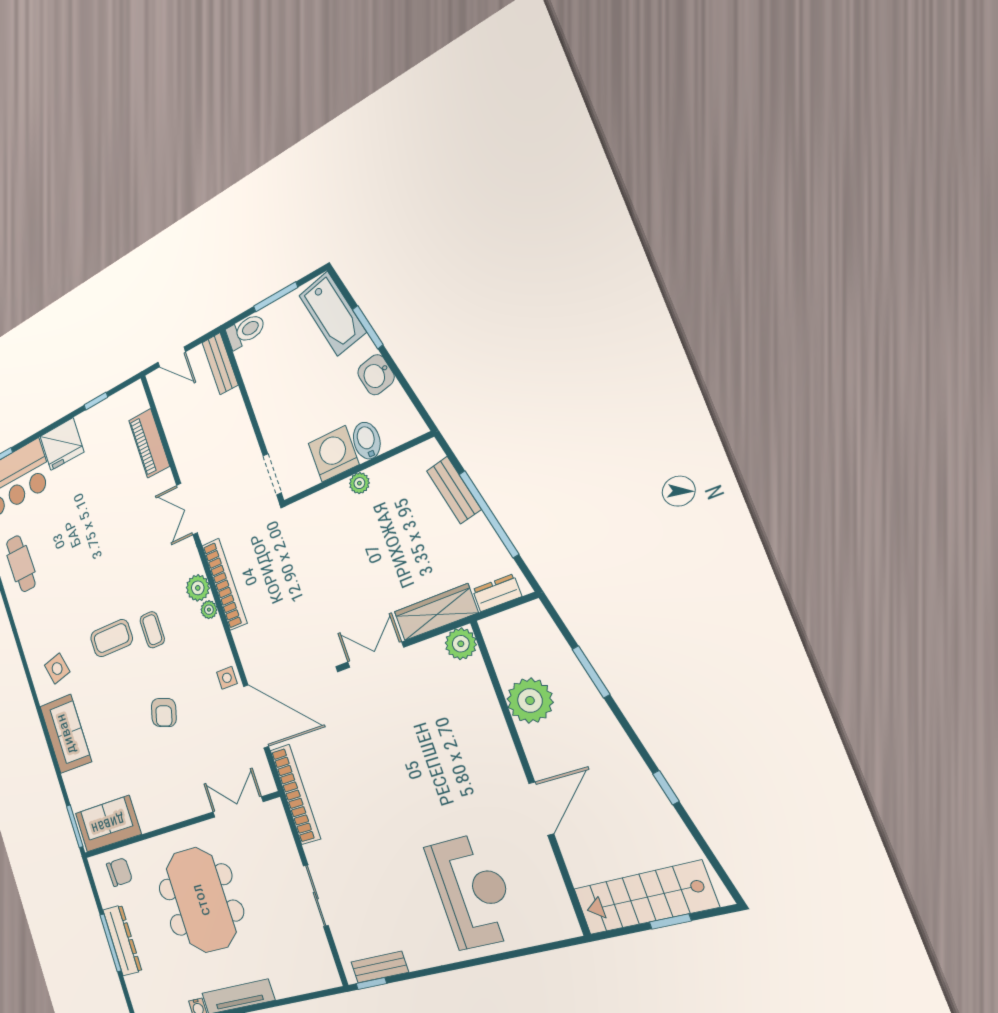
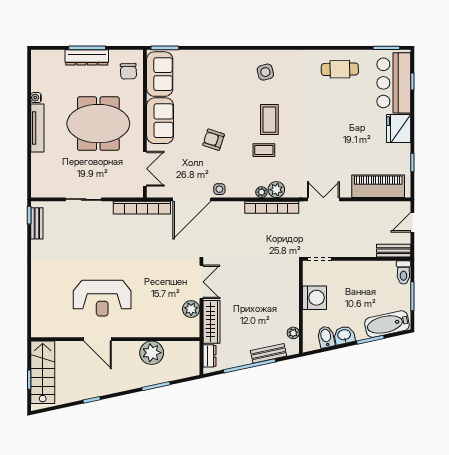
bidet: (367, 441) -> (326, 337), moved, turned -102
piano: (149, 443) -> (378, 186), width x1.37, depth x1.33
plant: (359, 483) -> (293, 333), moved
plant: (461, 644) -> (191, 309), moved
sofa: (66, 734) -> (160, 121), moved, turned -90
reception desk: (472, 891) -> (102, 298), moved

